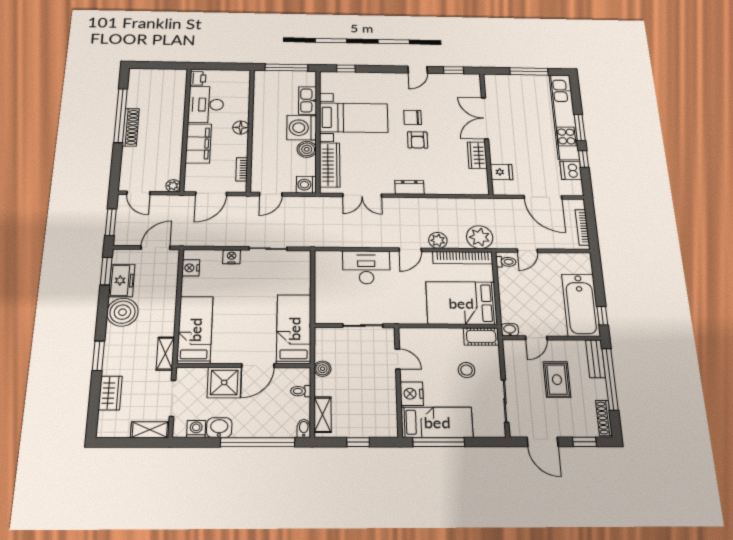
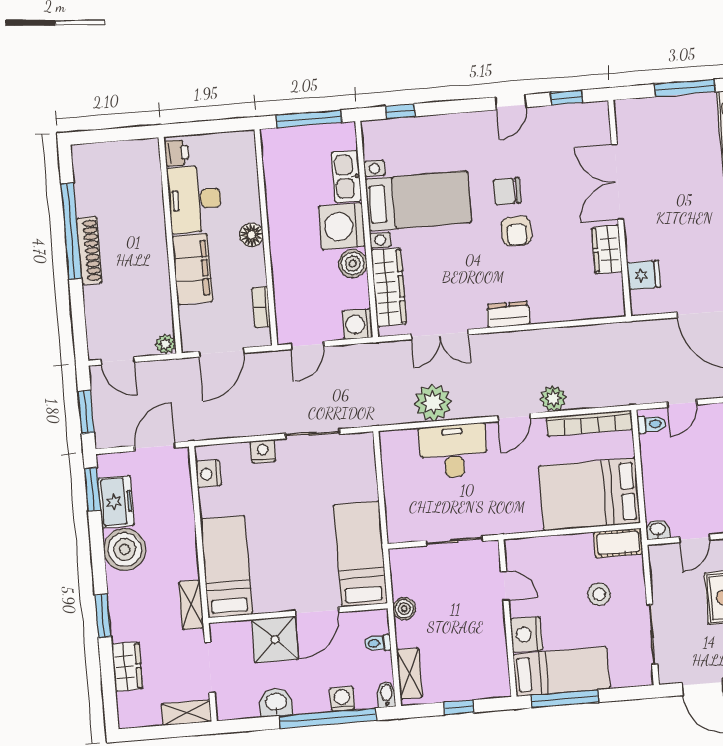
plant: (480, 237) -> (433, 403), moved
washing machine: (196, 429) -> (342, 699), moved

